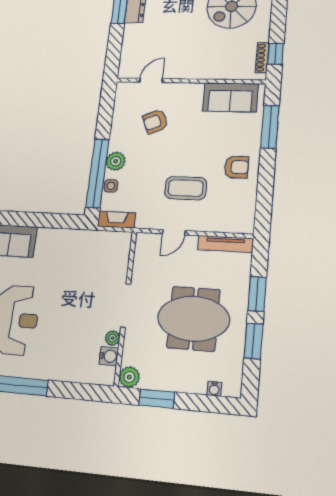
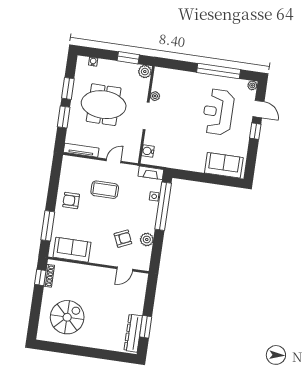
plant: (116, 161) -> (147, 239), moved
water cooler: (109, 356) -> (148, 151), moved

